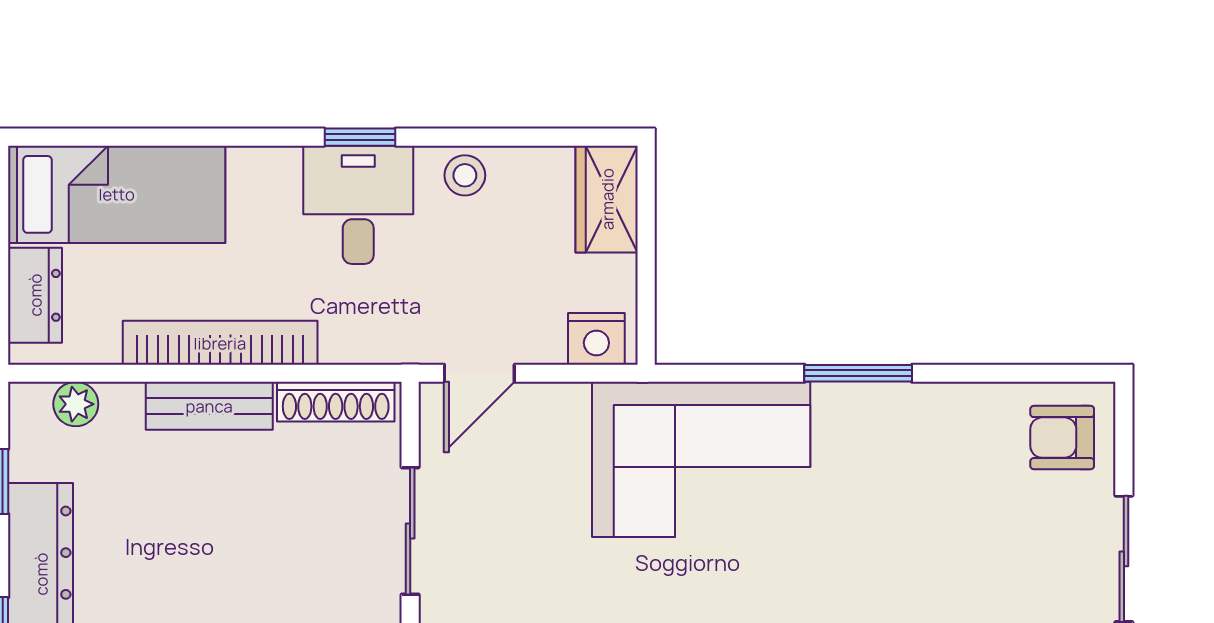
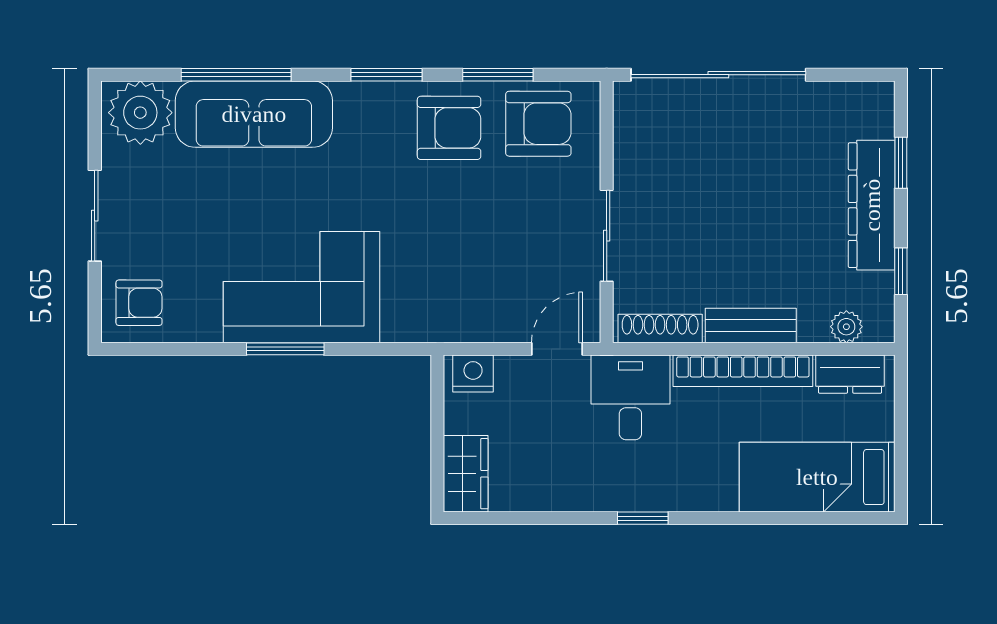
stool: (465, 175) -> (567, 491), removed
desk: (358, 205) -> (630, 397), moved, turned 180
dresser: (35, 295) -> (850, 374), moved, turned -90
corner sofa: (701, 459) -> (301, 287), moved

